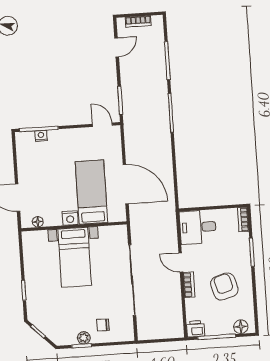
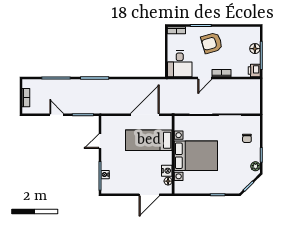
door: (117, 47) -> (57, 115), moved
door: (102, 125) -> (100, 141), moved
nightstand: (70, 218) -> (167, 171), moved
bed with nightstands: (75, 257) -> (196, 156), width x1.36
armchair: (224, 287) -> (212, 43), moved
floor lamp: (241, 327) -> (255, 49), moved
plant: (84, 338) -> (255, 166), moved

